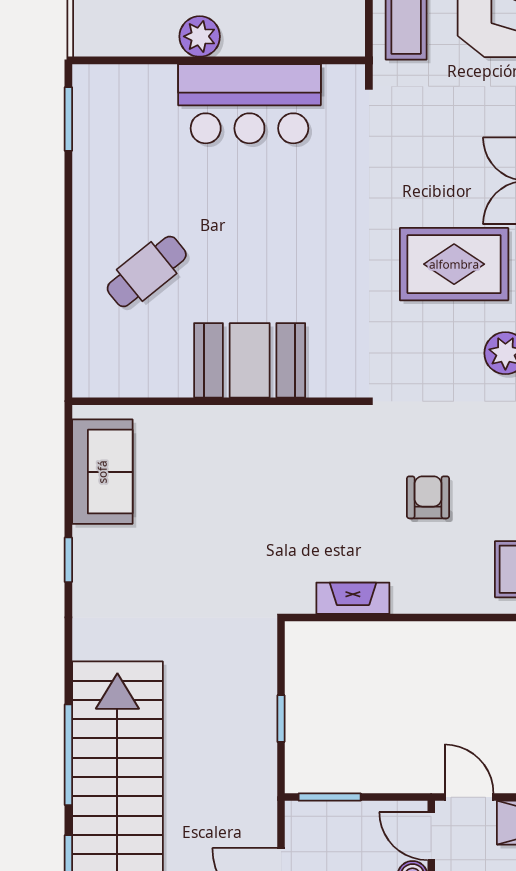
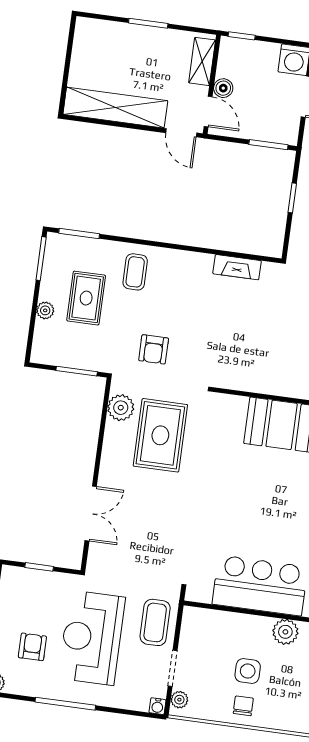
rug: (454, 264) -> (160, 435), moved, turned 90
armchair: (428, 497) -> (154, 349), moved

